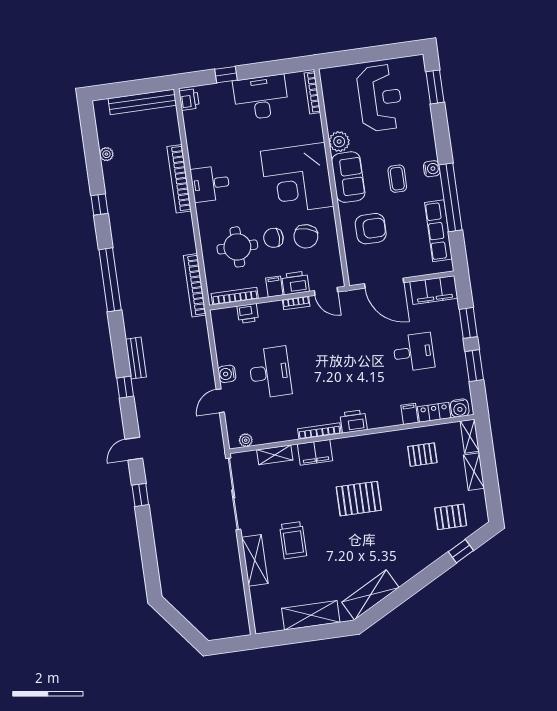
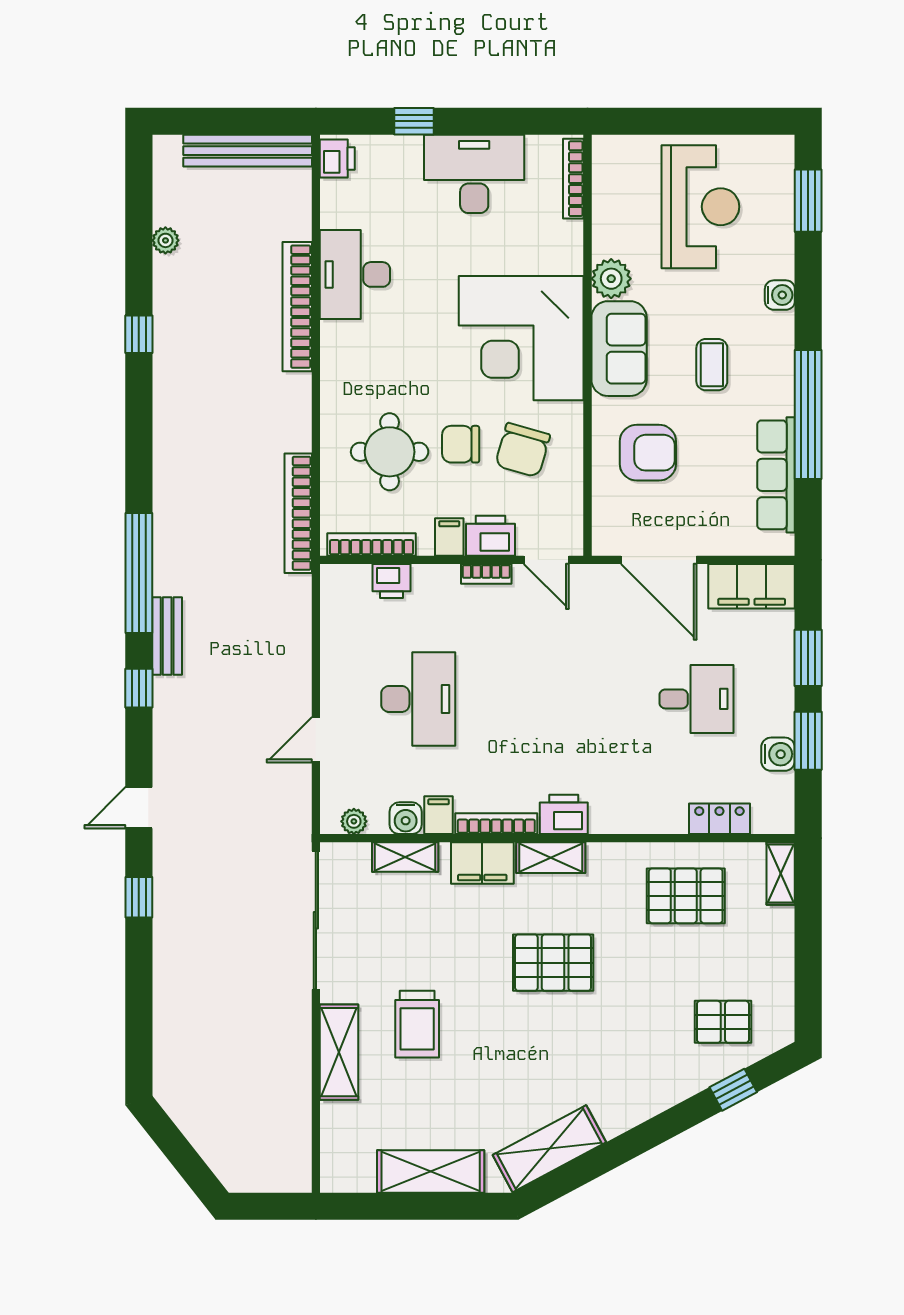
water cooler: (432, 169) -> (780, 295), moved
desk: (210, 184) -> (355, 274), moved, width x1.37
window: (110, 280) -> (139, 573), moved
water cooler: (227, 374) -> (406, 818), moved, turned -90
water cooler: (460, 408) -> (778, 754), moved, turned -90
filing cabinet: (410, 414) -> (439, 815), moved
pallet: (422, 455) -> (686, 896), width x1.50, depth x1.42
shelving: (474, 472) -> (551, 858), moved, turned 90

